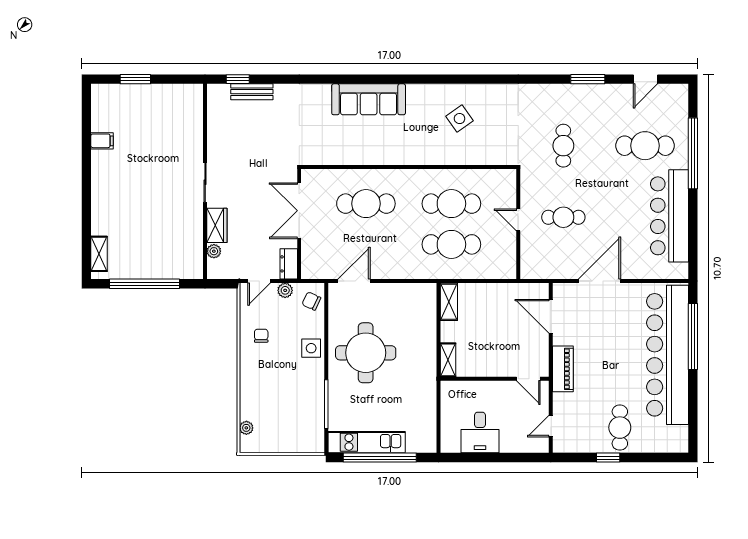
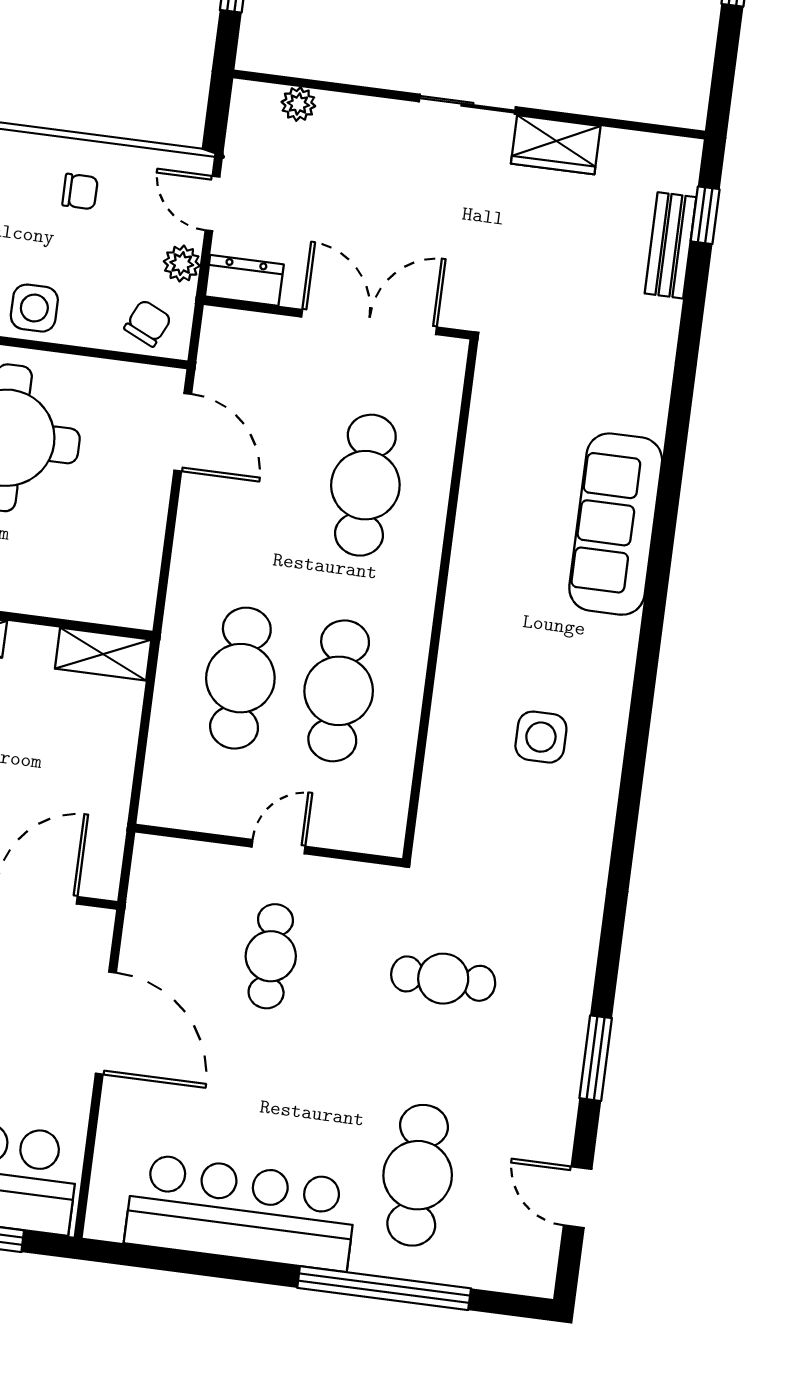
side table: (460, 119) -> (541, 737), turned 35
wardrobe: (217, 225) -> (556, 145), moved

